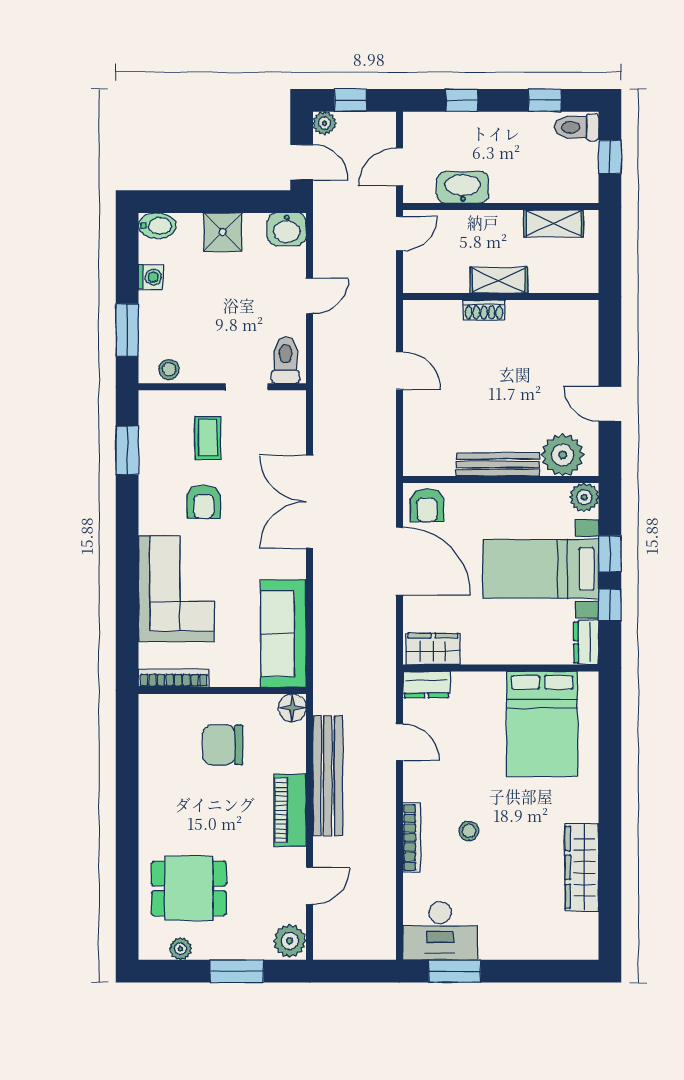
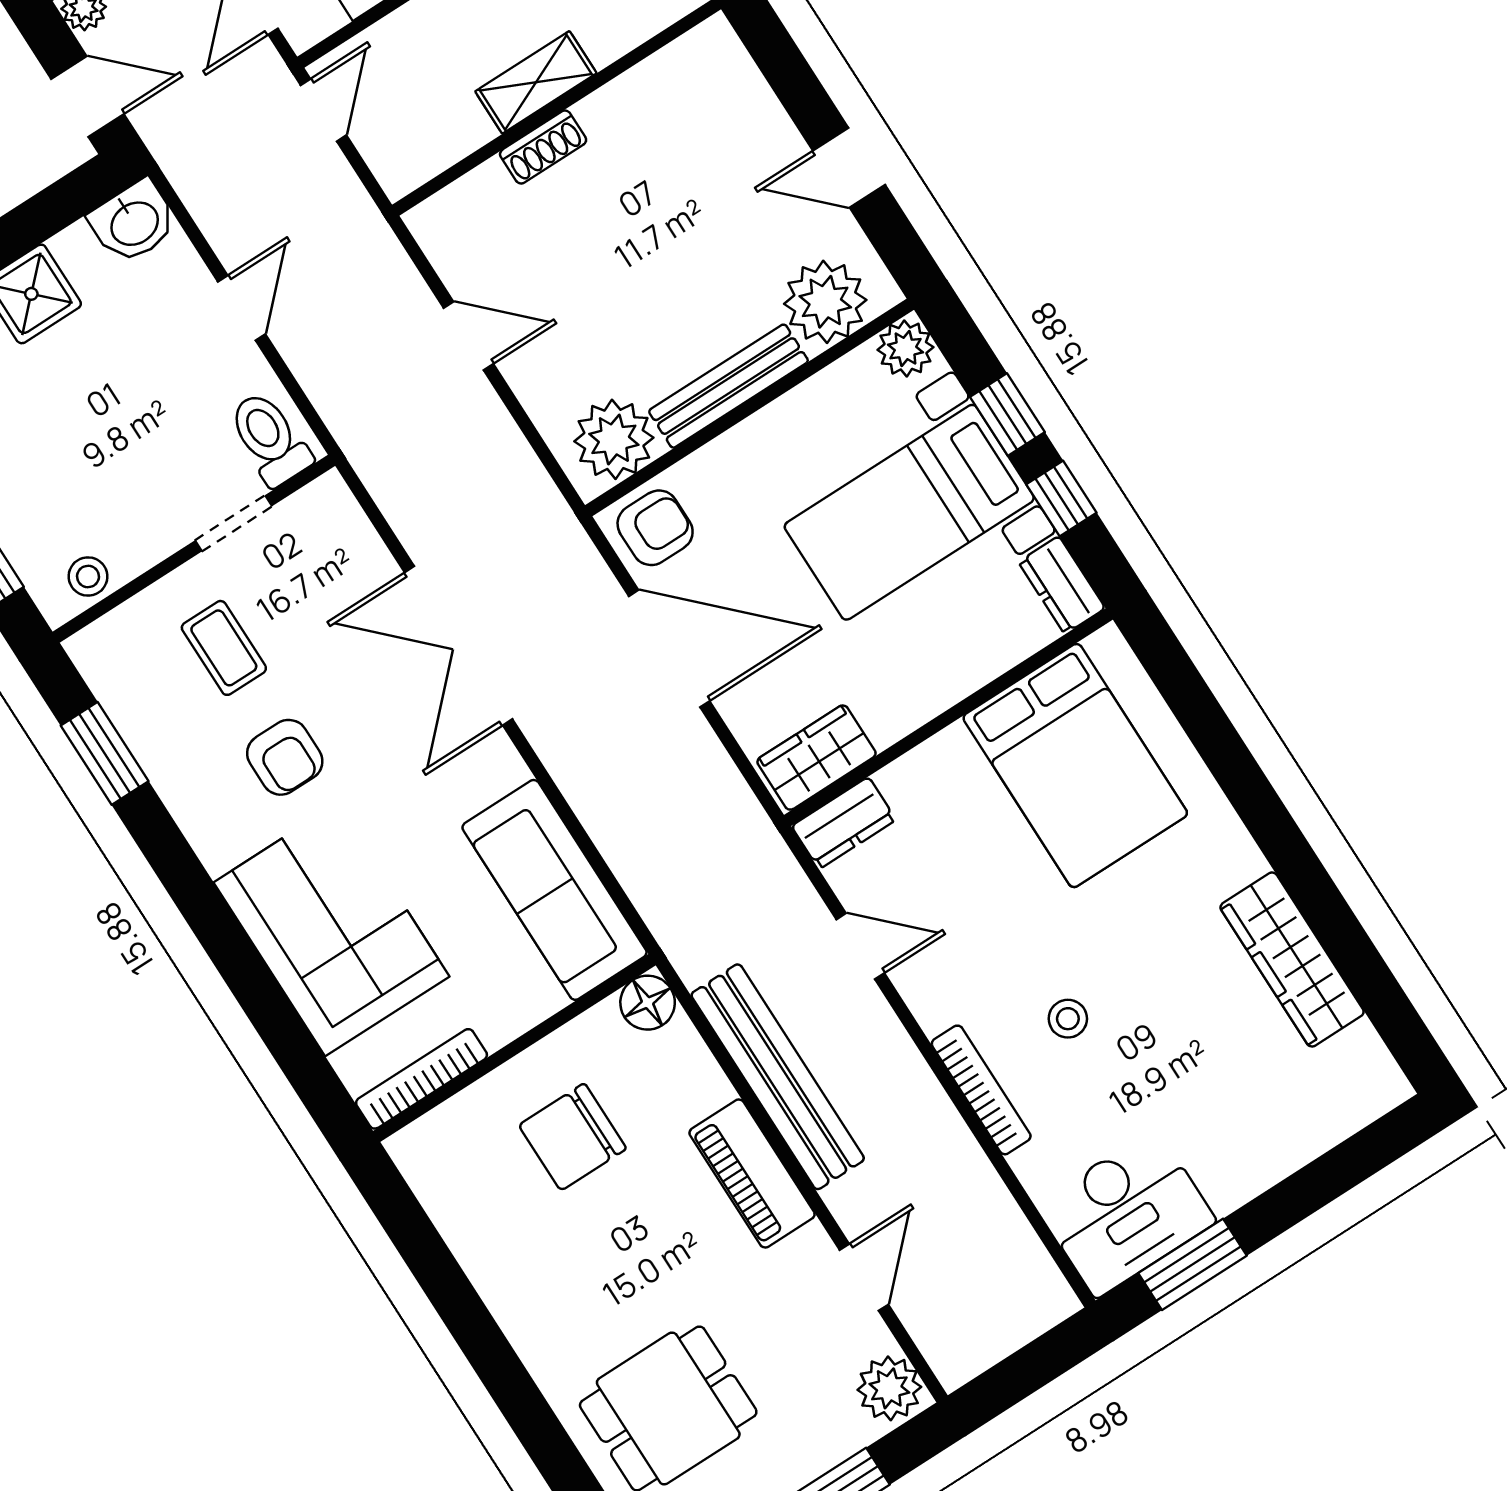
plant: (434, 456) -> (614, 439), added
armchair: (427, 505) -> (655, 528), turned -90

